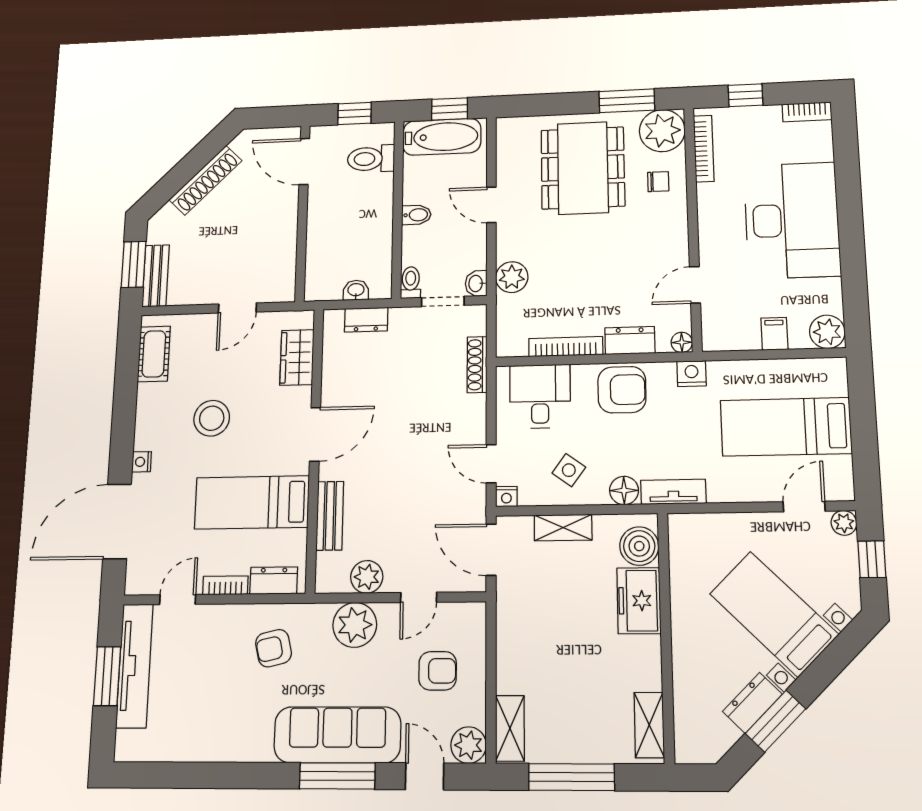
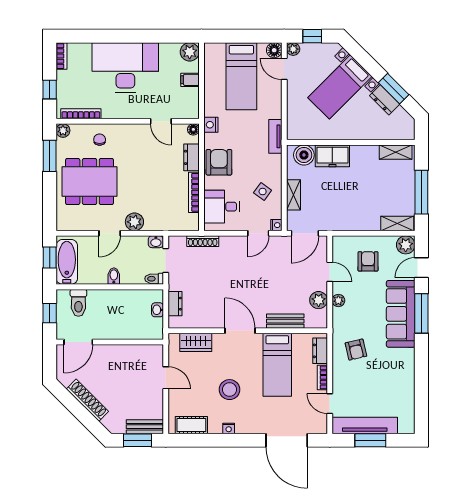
plant: (662, 131) -> (63, 131), width x0.53, depth x0.53
plant: (512, 277) -> (134, 222), moved
nightstand: (142, 462) -> (229, 428), moved
floor lamp: (624, 491) -> (274, 50), moved
plant: (355, 625) -> (338, 300), width x0.53, depth x0.53

